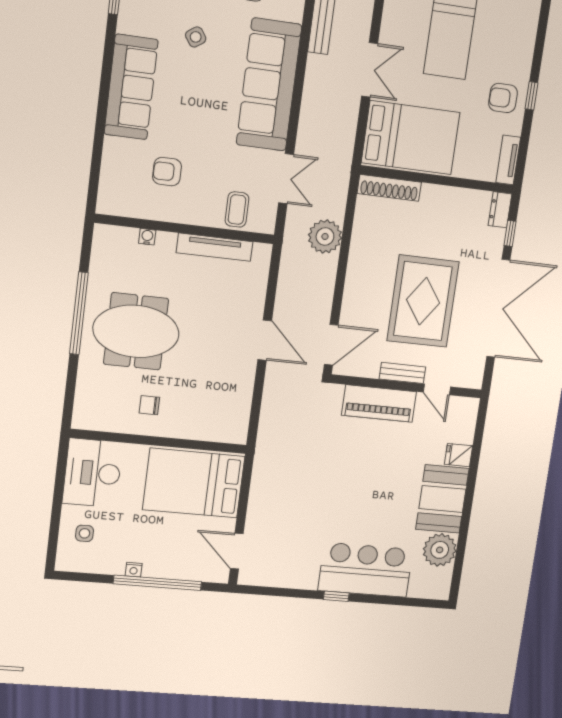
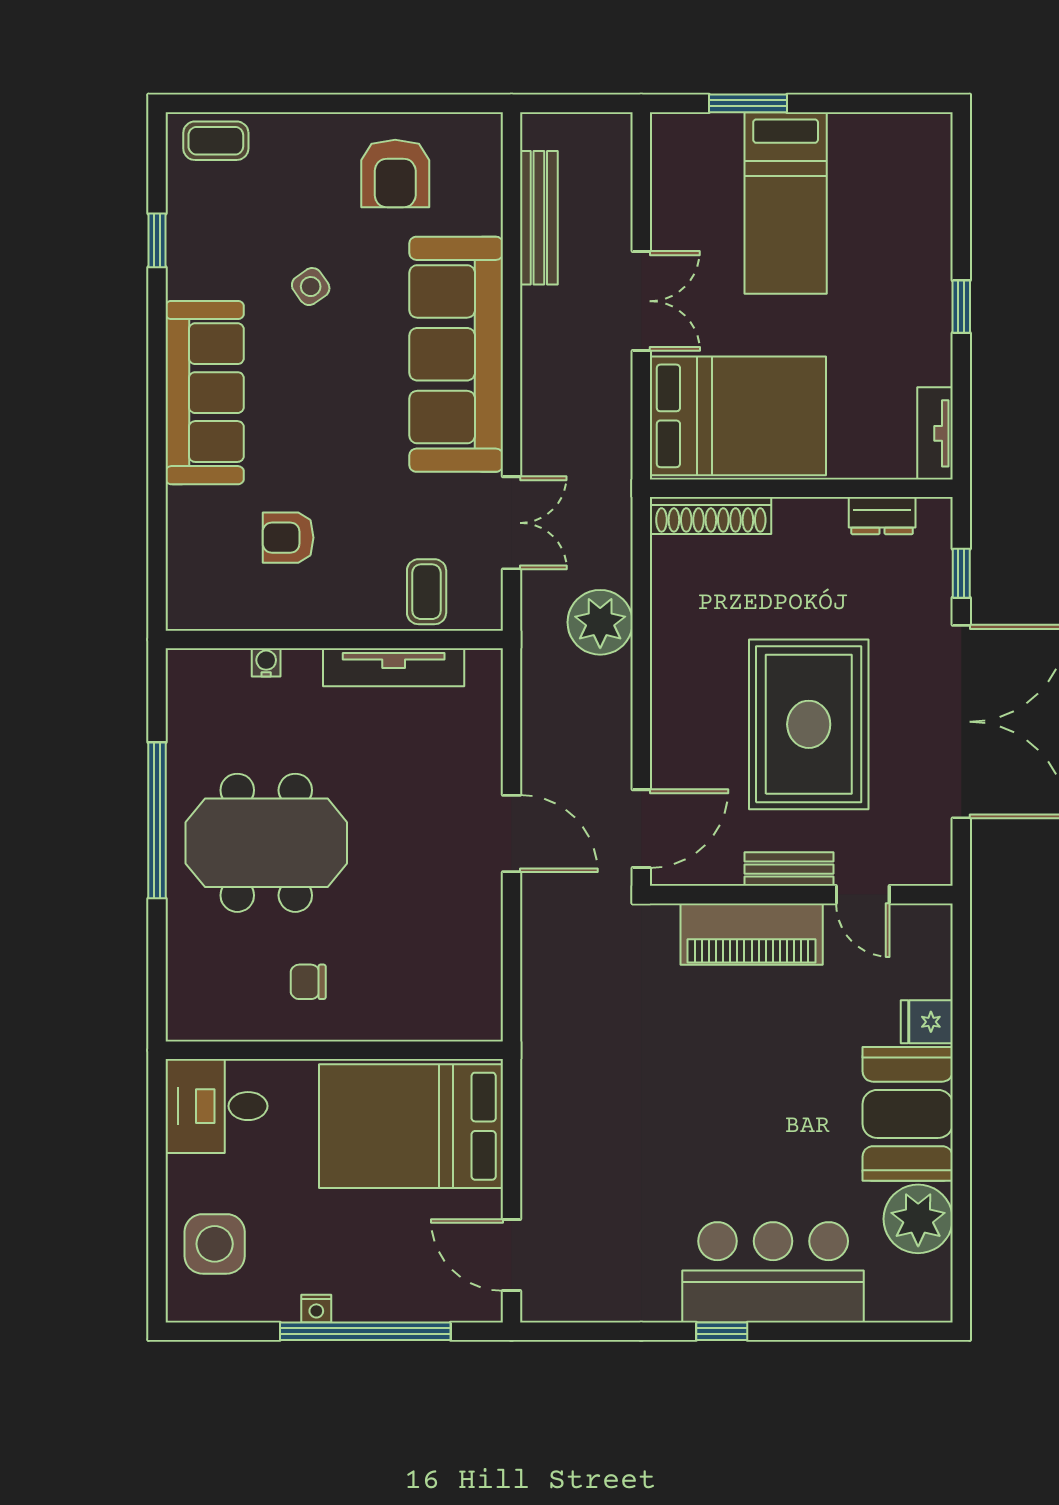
armchair: (503, 98) -> (906, 318), removed
dresser: (500, 210) -> (882, 516), moved, turned -90
desk: (93, 473) -> (216, 1106), width x0.73
side table: (85, 533) -> (215, 1244), width x1.87, depth x1.87

